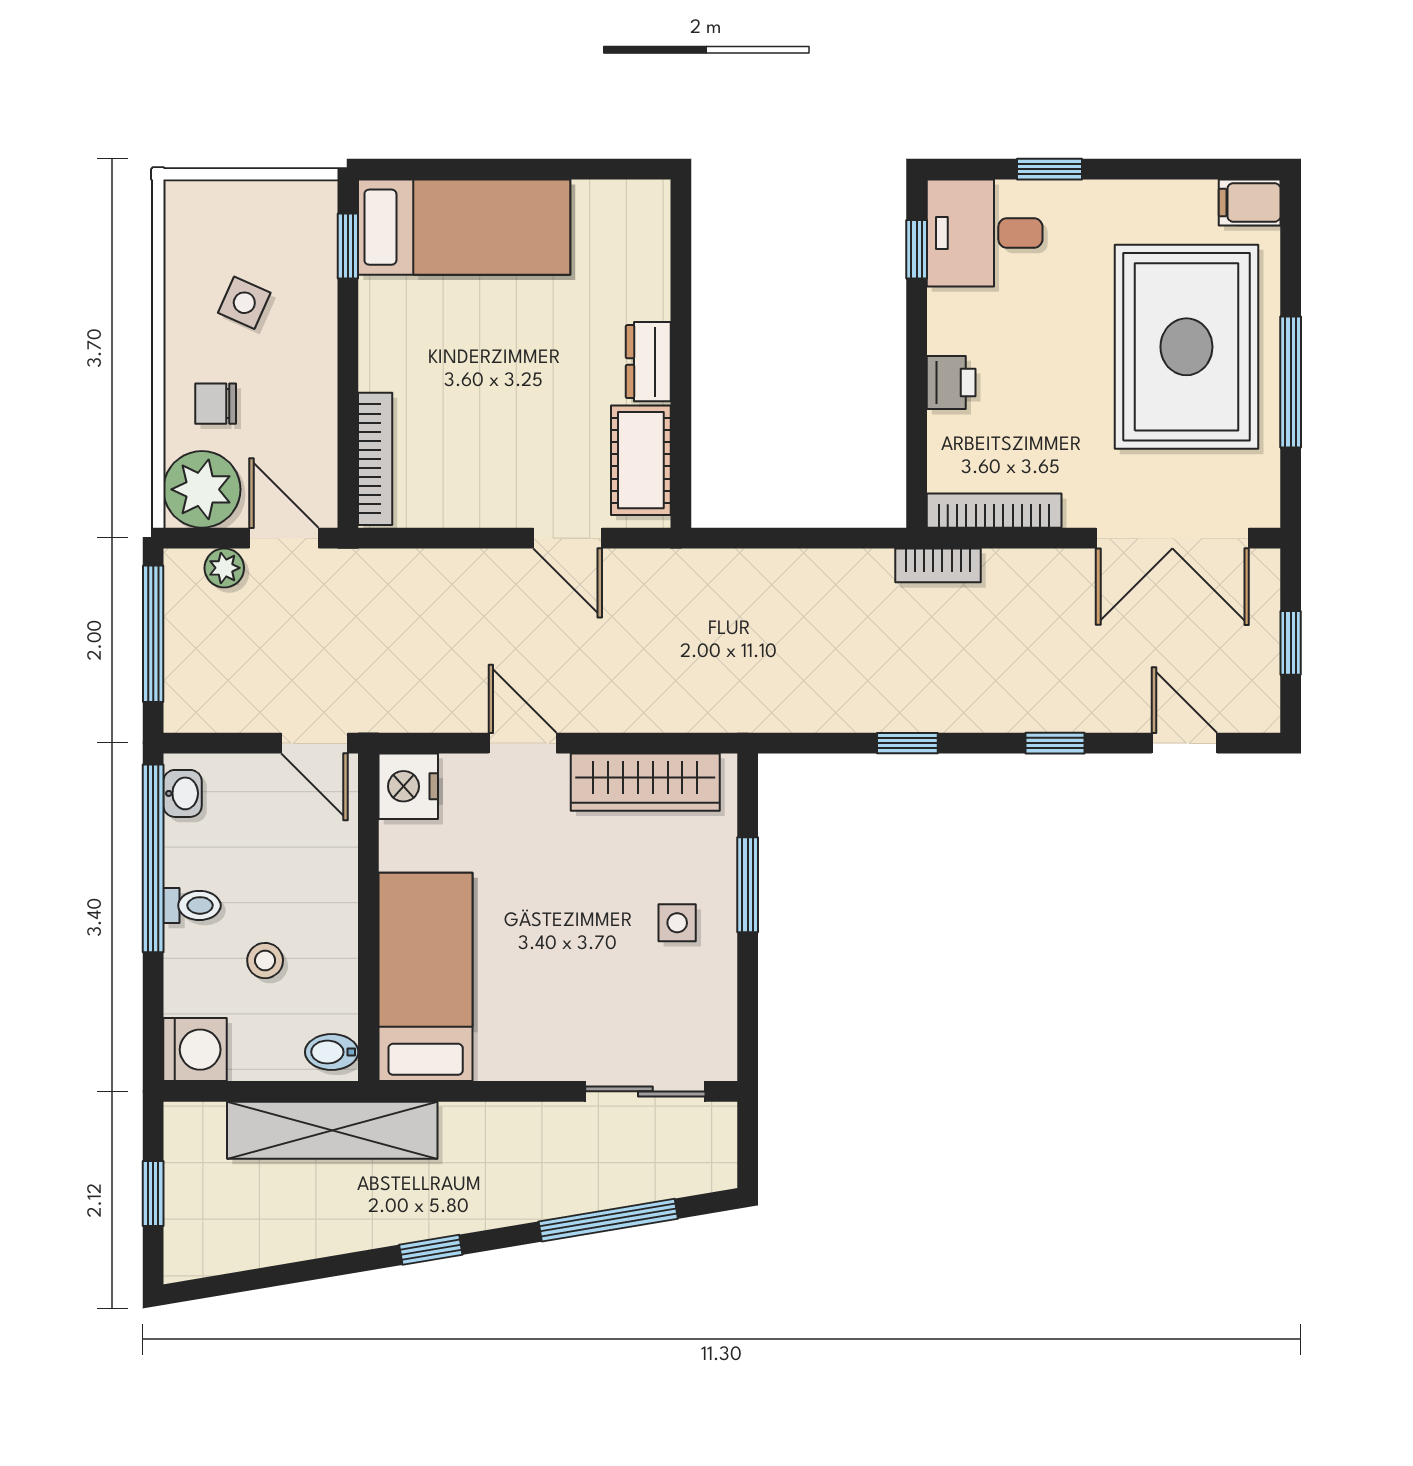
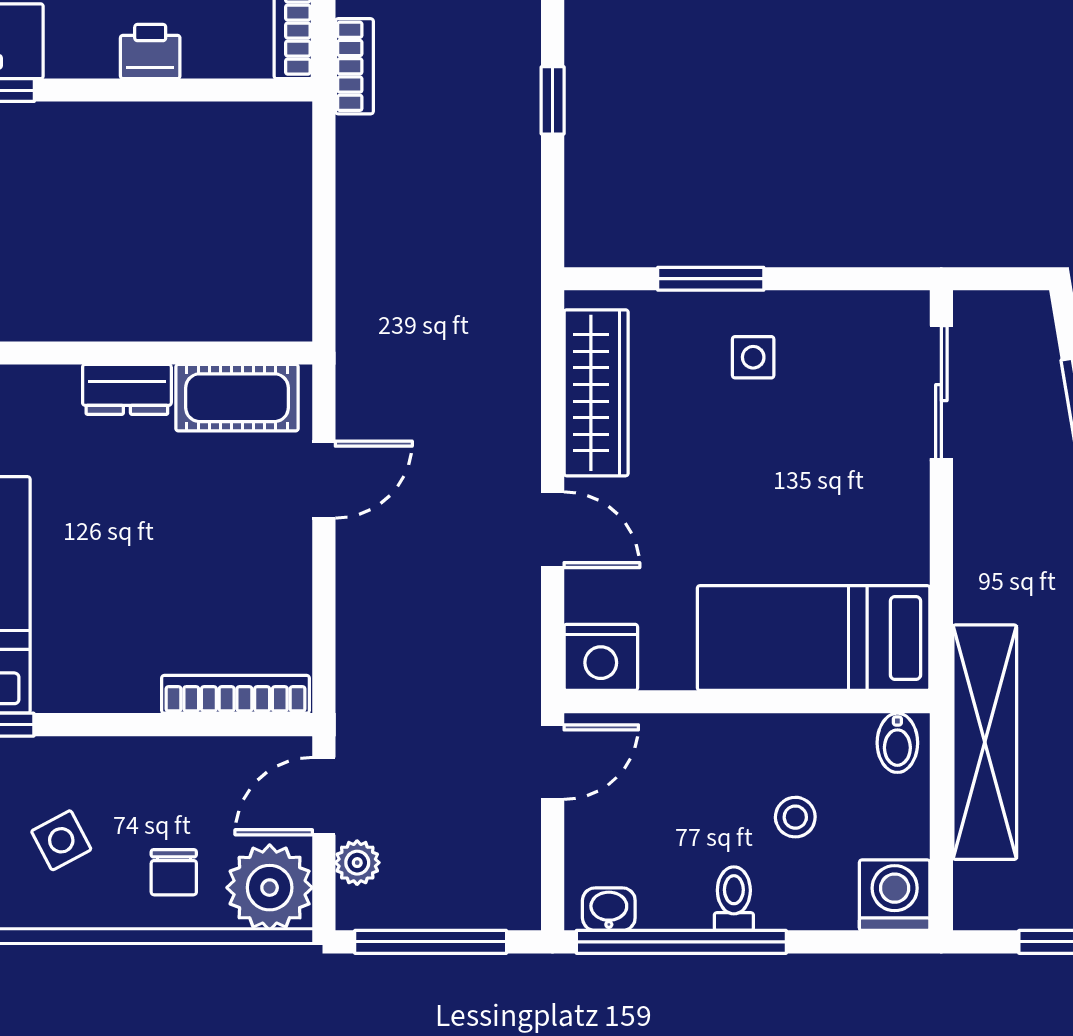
side table: (244, 303) -> (61, 840), turned 38
door: (523, 743) -> (553, 530), swing flipped

